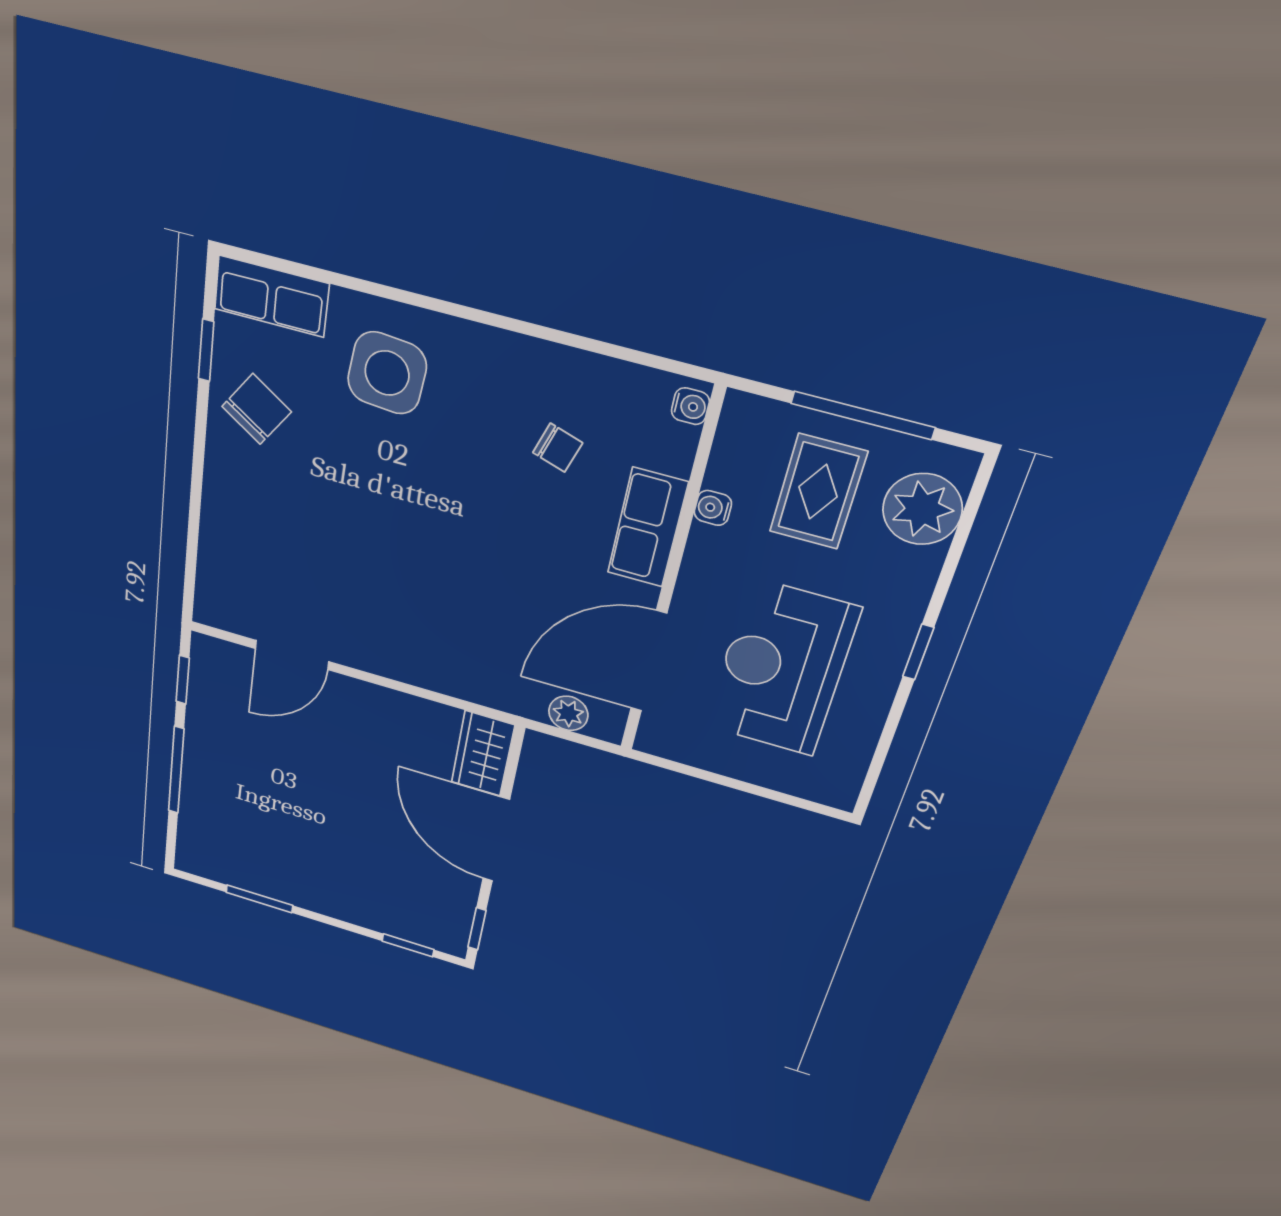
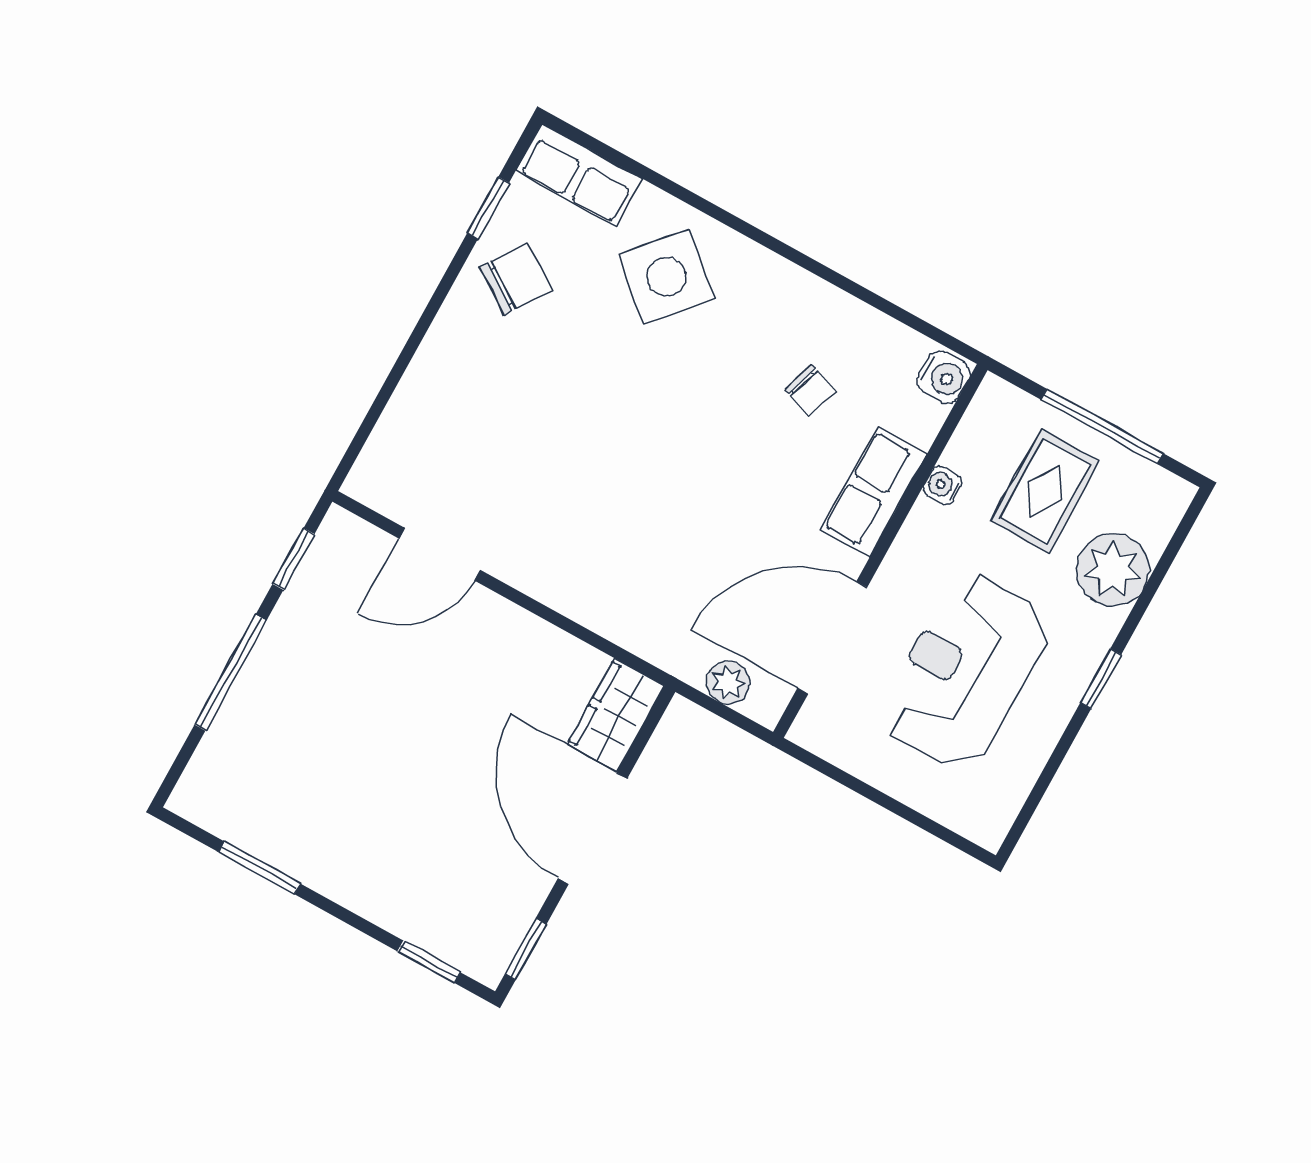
side table: (387, 373) -> (667, 277), turned 36
water cooler: (690, 406) -> (944, 377), width x1.38, depth x1.38
plant: (922, 509) -> (1113, 570), moved

